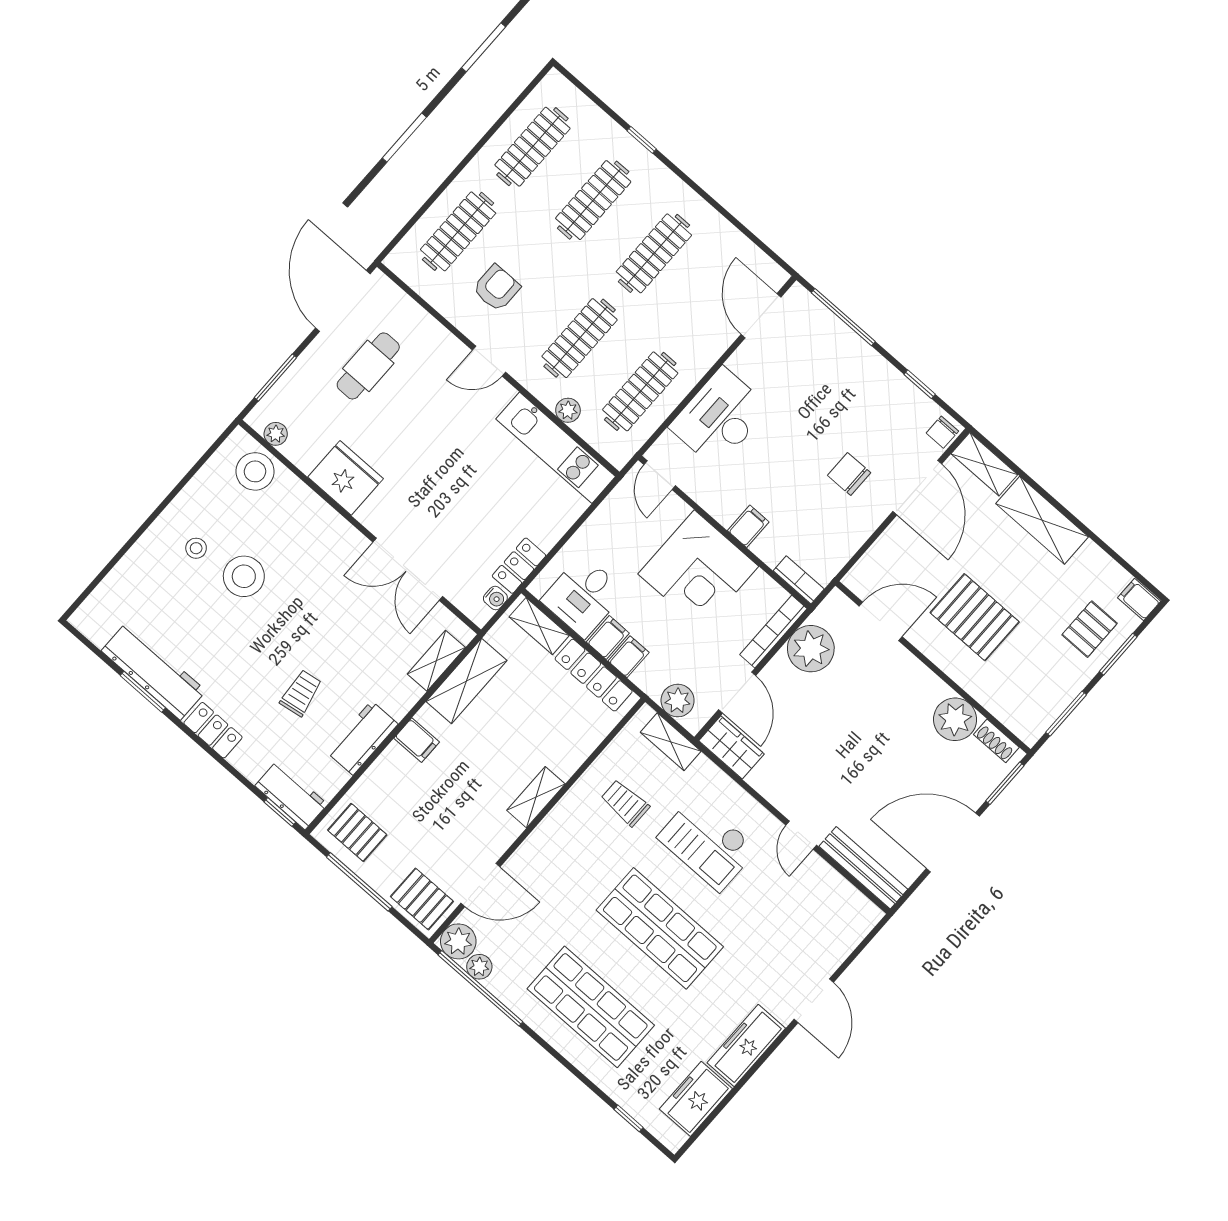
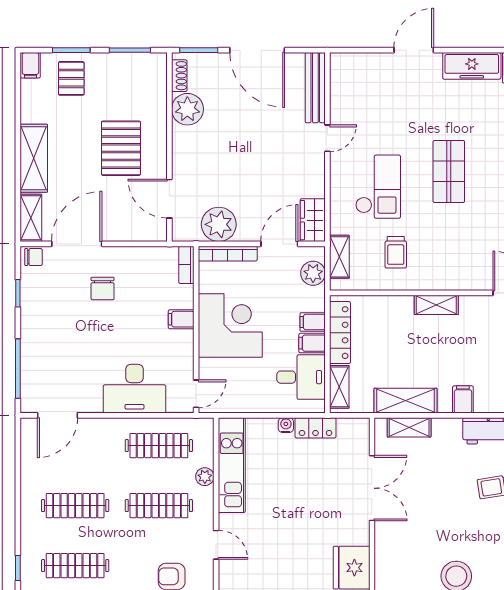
water cooler: (495, 598) -> (286, 425), moved
pallet: (1090, 629) -> (71, 78), turned 90
shop shelf: (660, 928) -> (449, 171), width x0.70, depth x0.74

